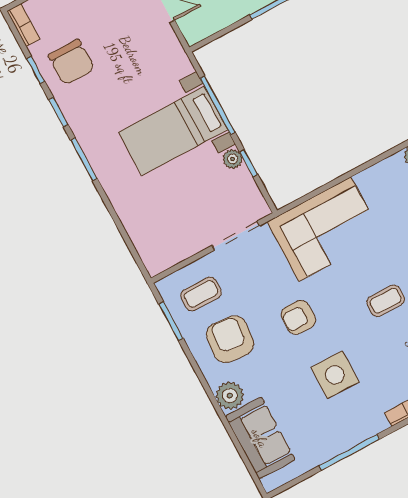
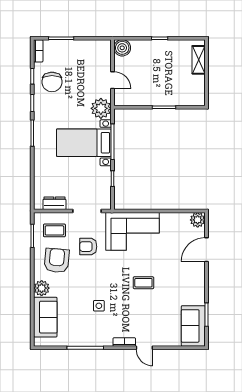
plant: (233, 159) -> (101, 108), moved, width x1.87, depth x1.87
dresser: (178, 251) -> (54, 203), added
armchair: (298, 317) -> (88, 247), moved
side table: (335, 375) -> (99, 306), width x0.54, depth x0.54

